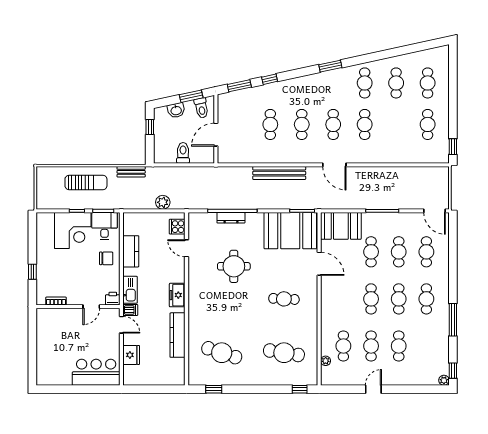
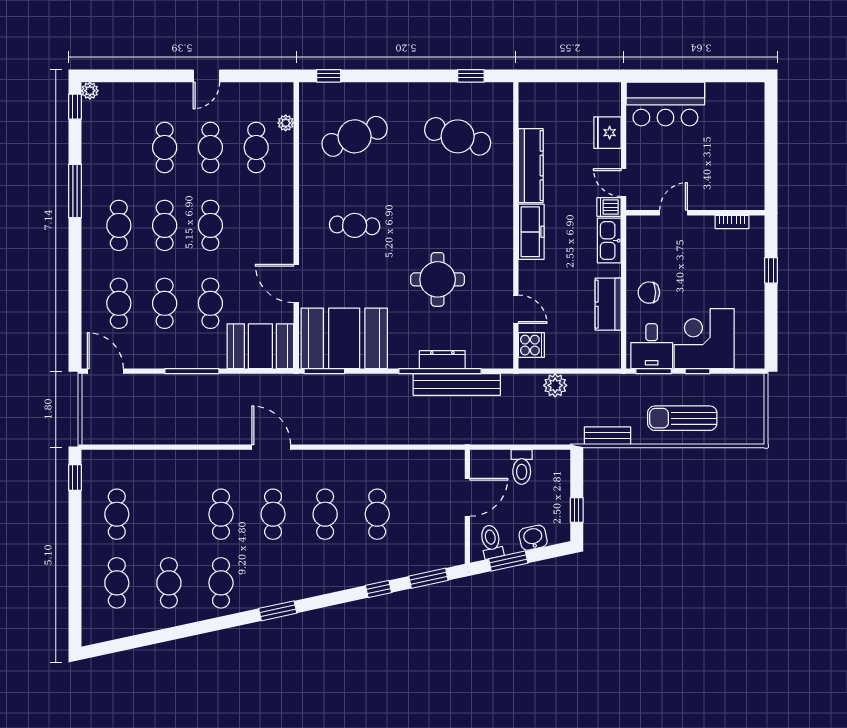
bench: (279, 173) -> (457, 385), moved
freezer: (177, 295) -> (531, 232), width x1.40
printer: (113, 299) -> (638, 226), removed
cafe table: (284, 353) -> (355, 136), turned -30

